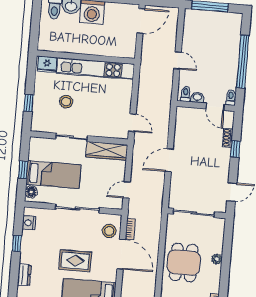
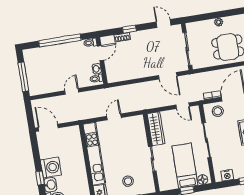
stool: (66, 102) -> (128, 181), moved
door: (132, 123) -> (114, 117), moved
door: (169, 160) -> (168, 76), moved

